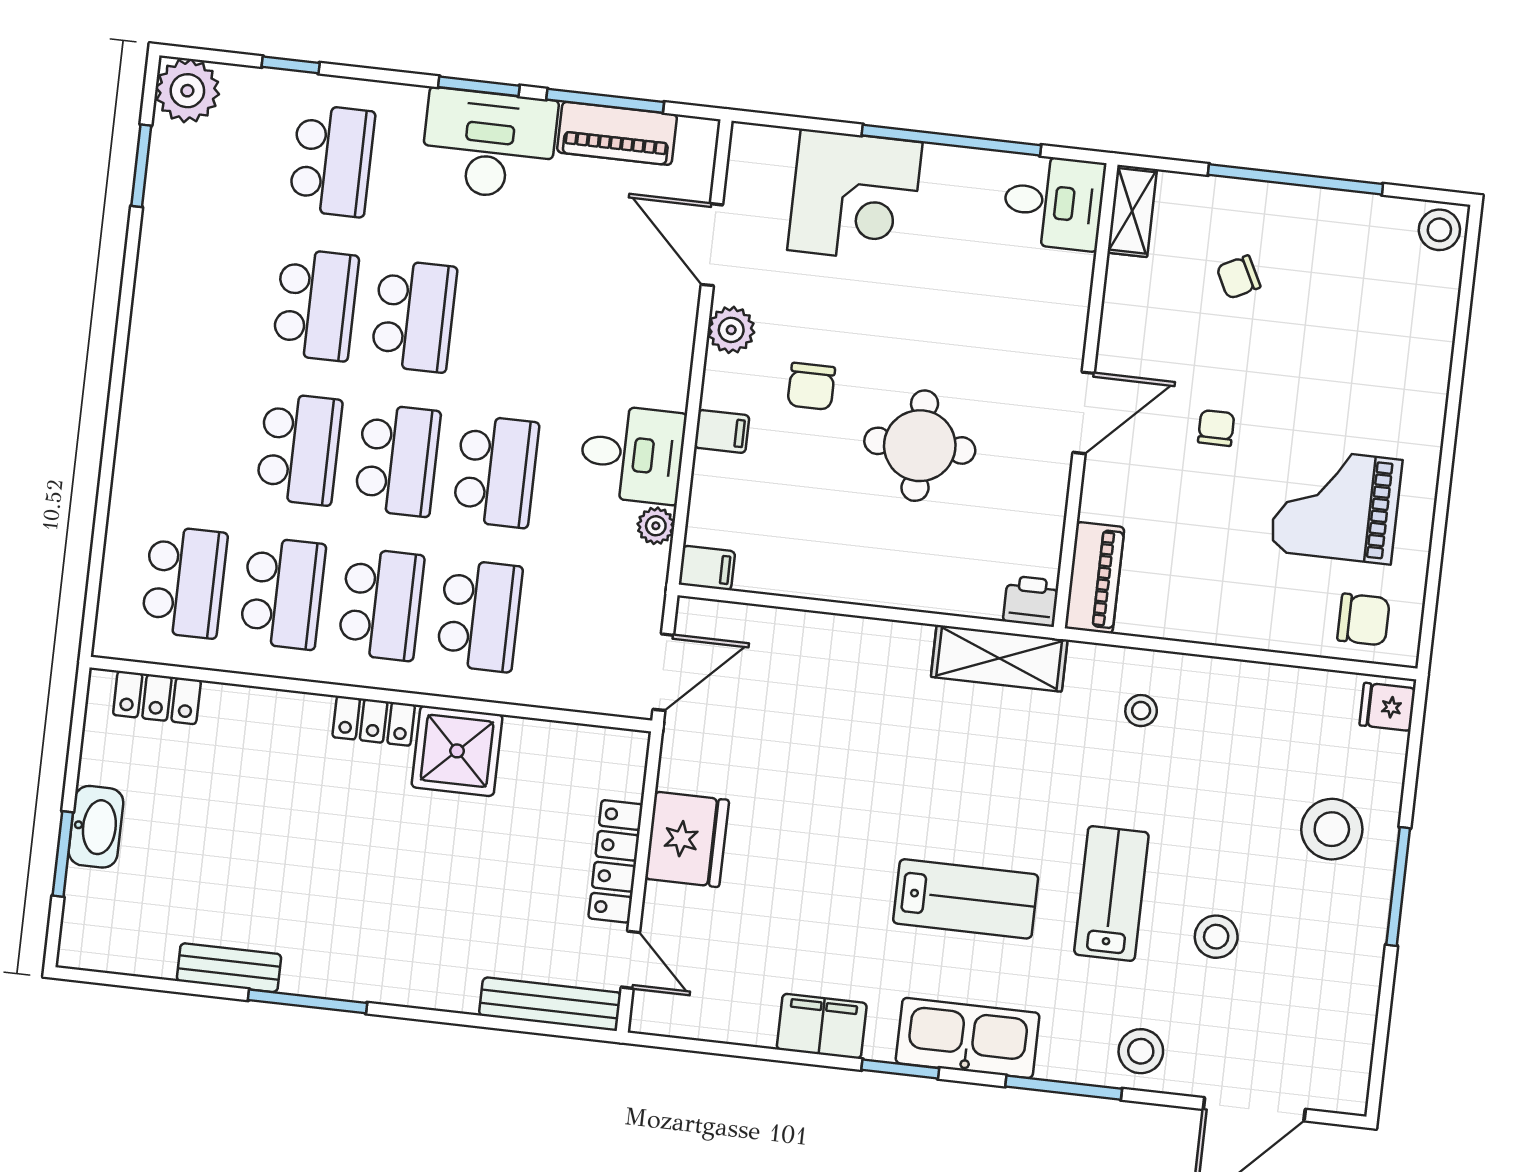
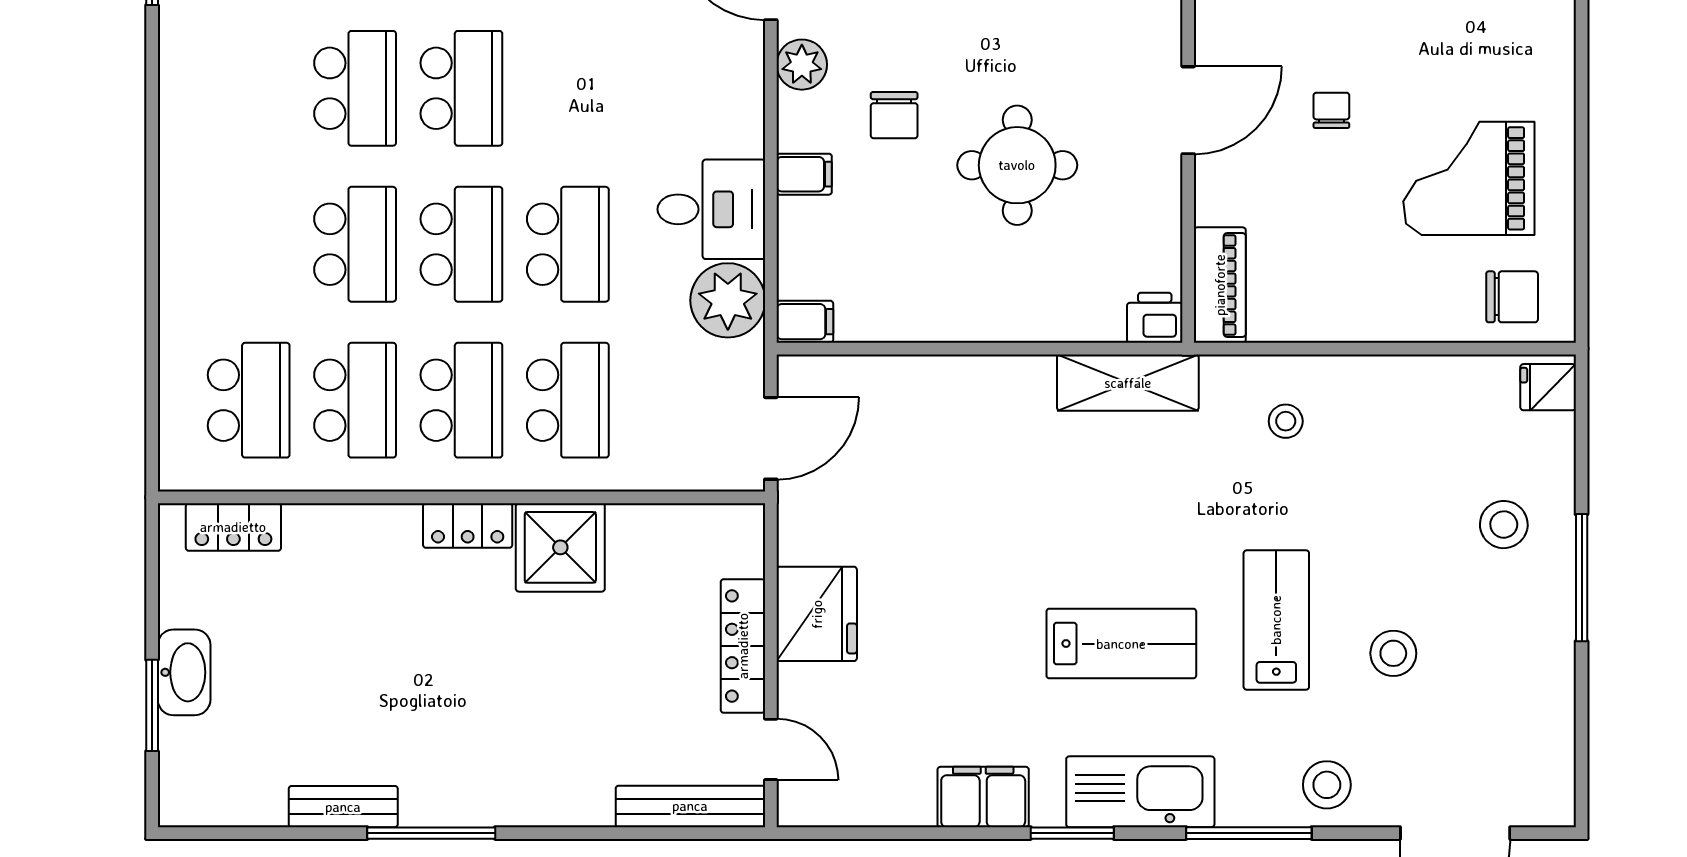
plant: (656, 526) -> (728, 300), width x1.87, depth x1.87
stool: (1332, 829) -> (1504, 525), width x0.73, depth x0.73

